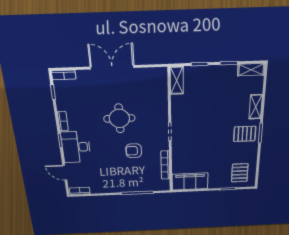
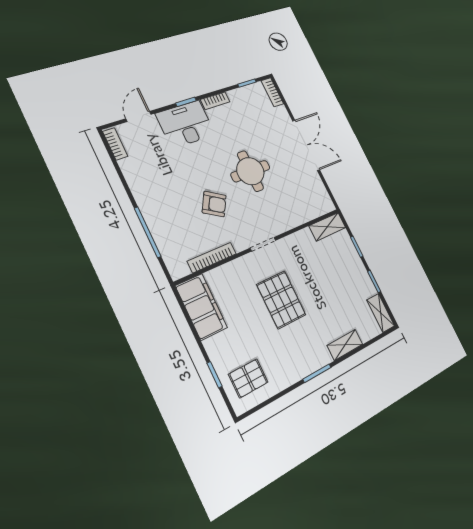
pallet: (245, 134) -> (281, 300), moved, width x1.50, depth x1.42
armchair: (134, 151) -> (214, 204), turned 122

